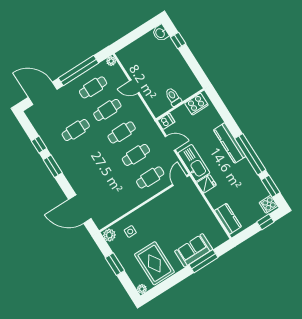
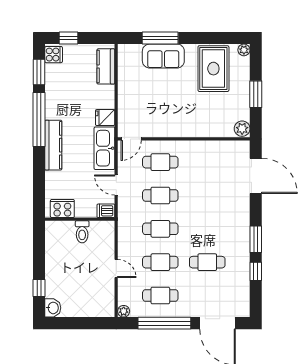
side table: (130, 231) -> (218, 118), removed

